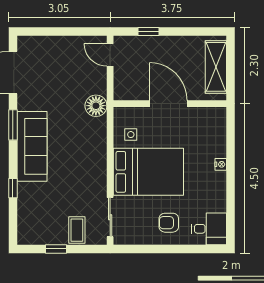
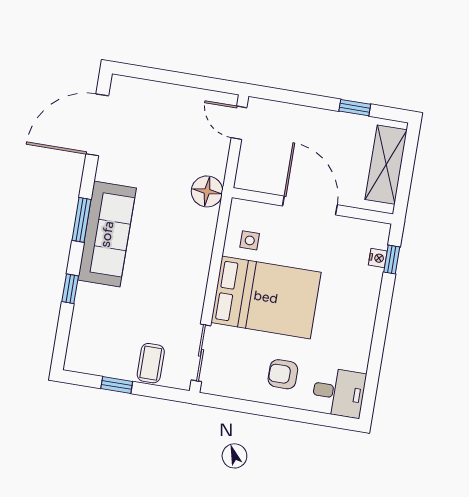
window: (148, 31) -> (355, 108), moved
window: (13, 125) -> (82, 220), moved
window: (231, 131) -> (392, 259), added
nightstand: (221, 164) -> (378, 258), moved

